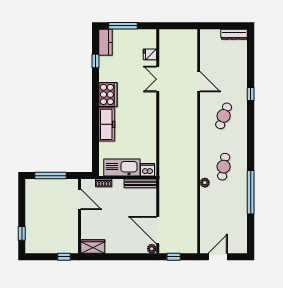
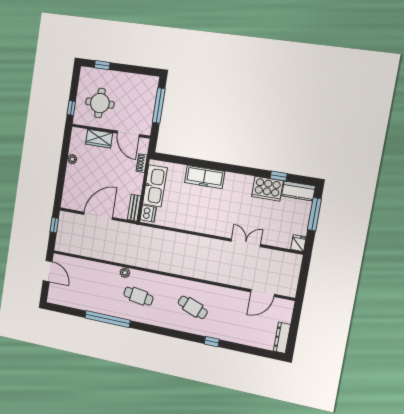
fridge: (150, 54) -> (298, 243), moved
door: (199, 82) -> (262, 293), moved
cooker: (108, 94) -> (267, 189), moved
bench: (140, 183) -> (134, 208), width x0.73
door: (79, 199) -> (128, 134), hinge flipped
round table: (56, 230) -> (100, 103), added
door: (158, 230) -> (98, 216), moved
wardrobe: (93, 246) -> (99, 139), moved, turned 90
plant: (152, 249) -> (72, 159), moved

